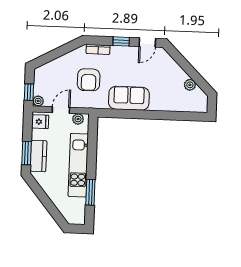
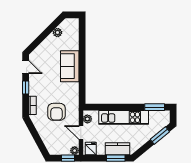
armchair: (89, 80) -> (56, 112), turned 90
sofa: (129, 98) -> (70, 66), moved
window: (90, 192) -> (155, 107), moved
window: (53, 211) -> (160, 136), added

